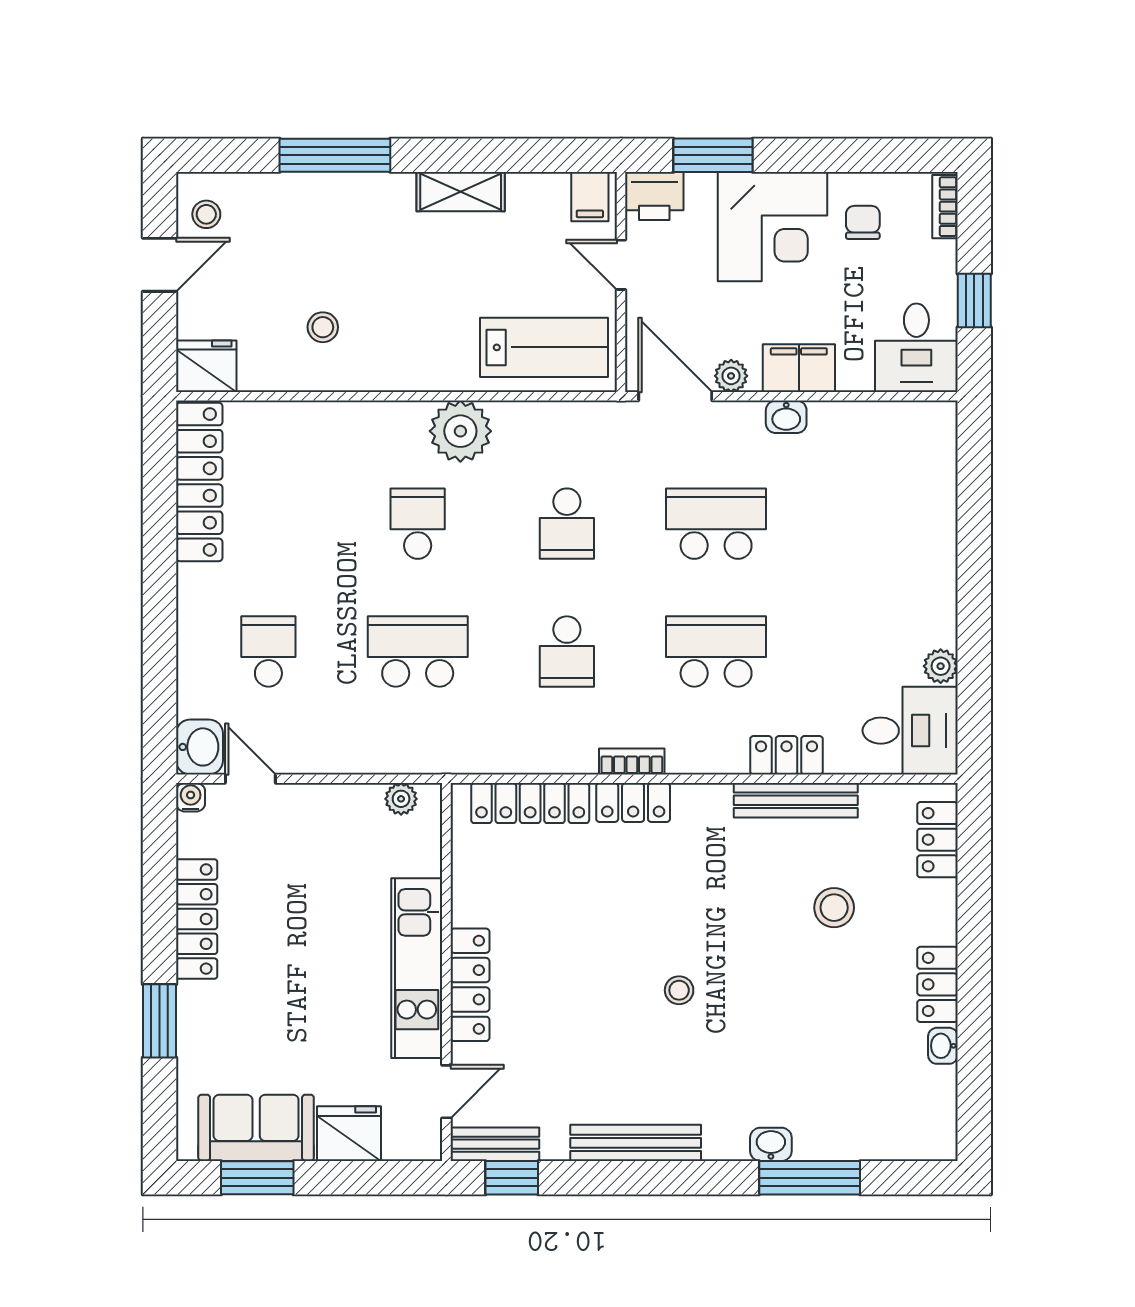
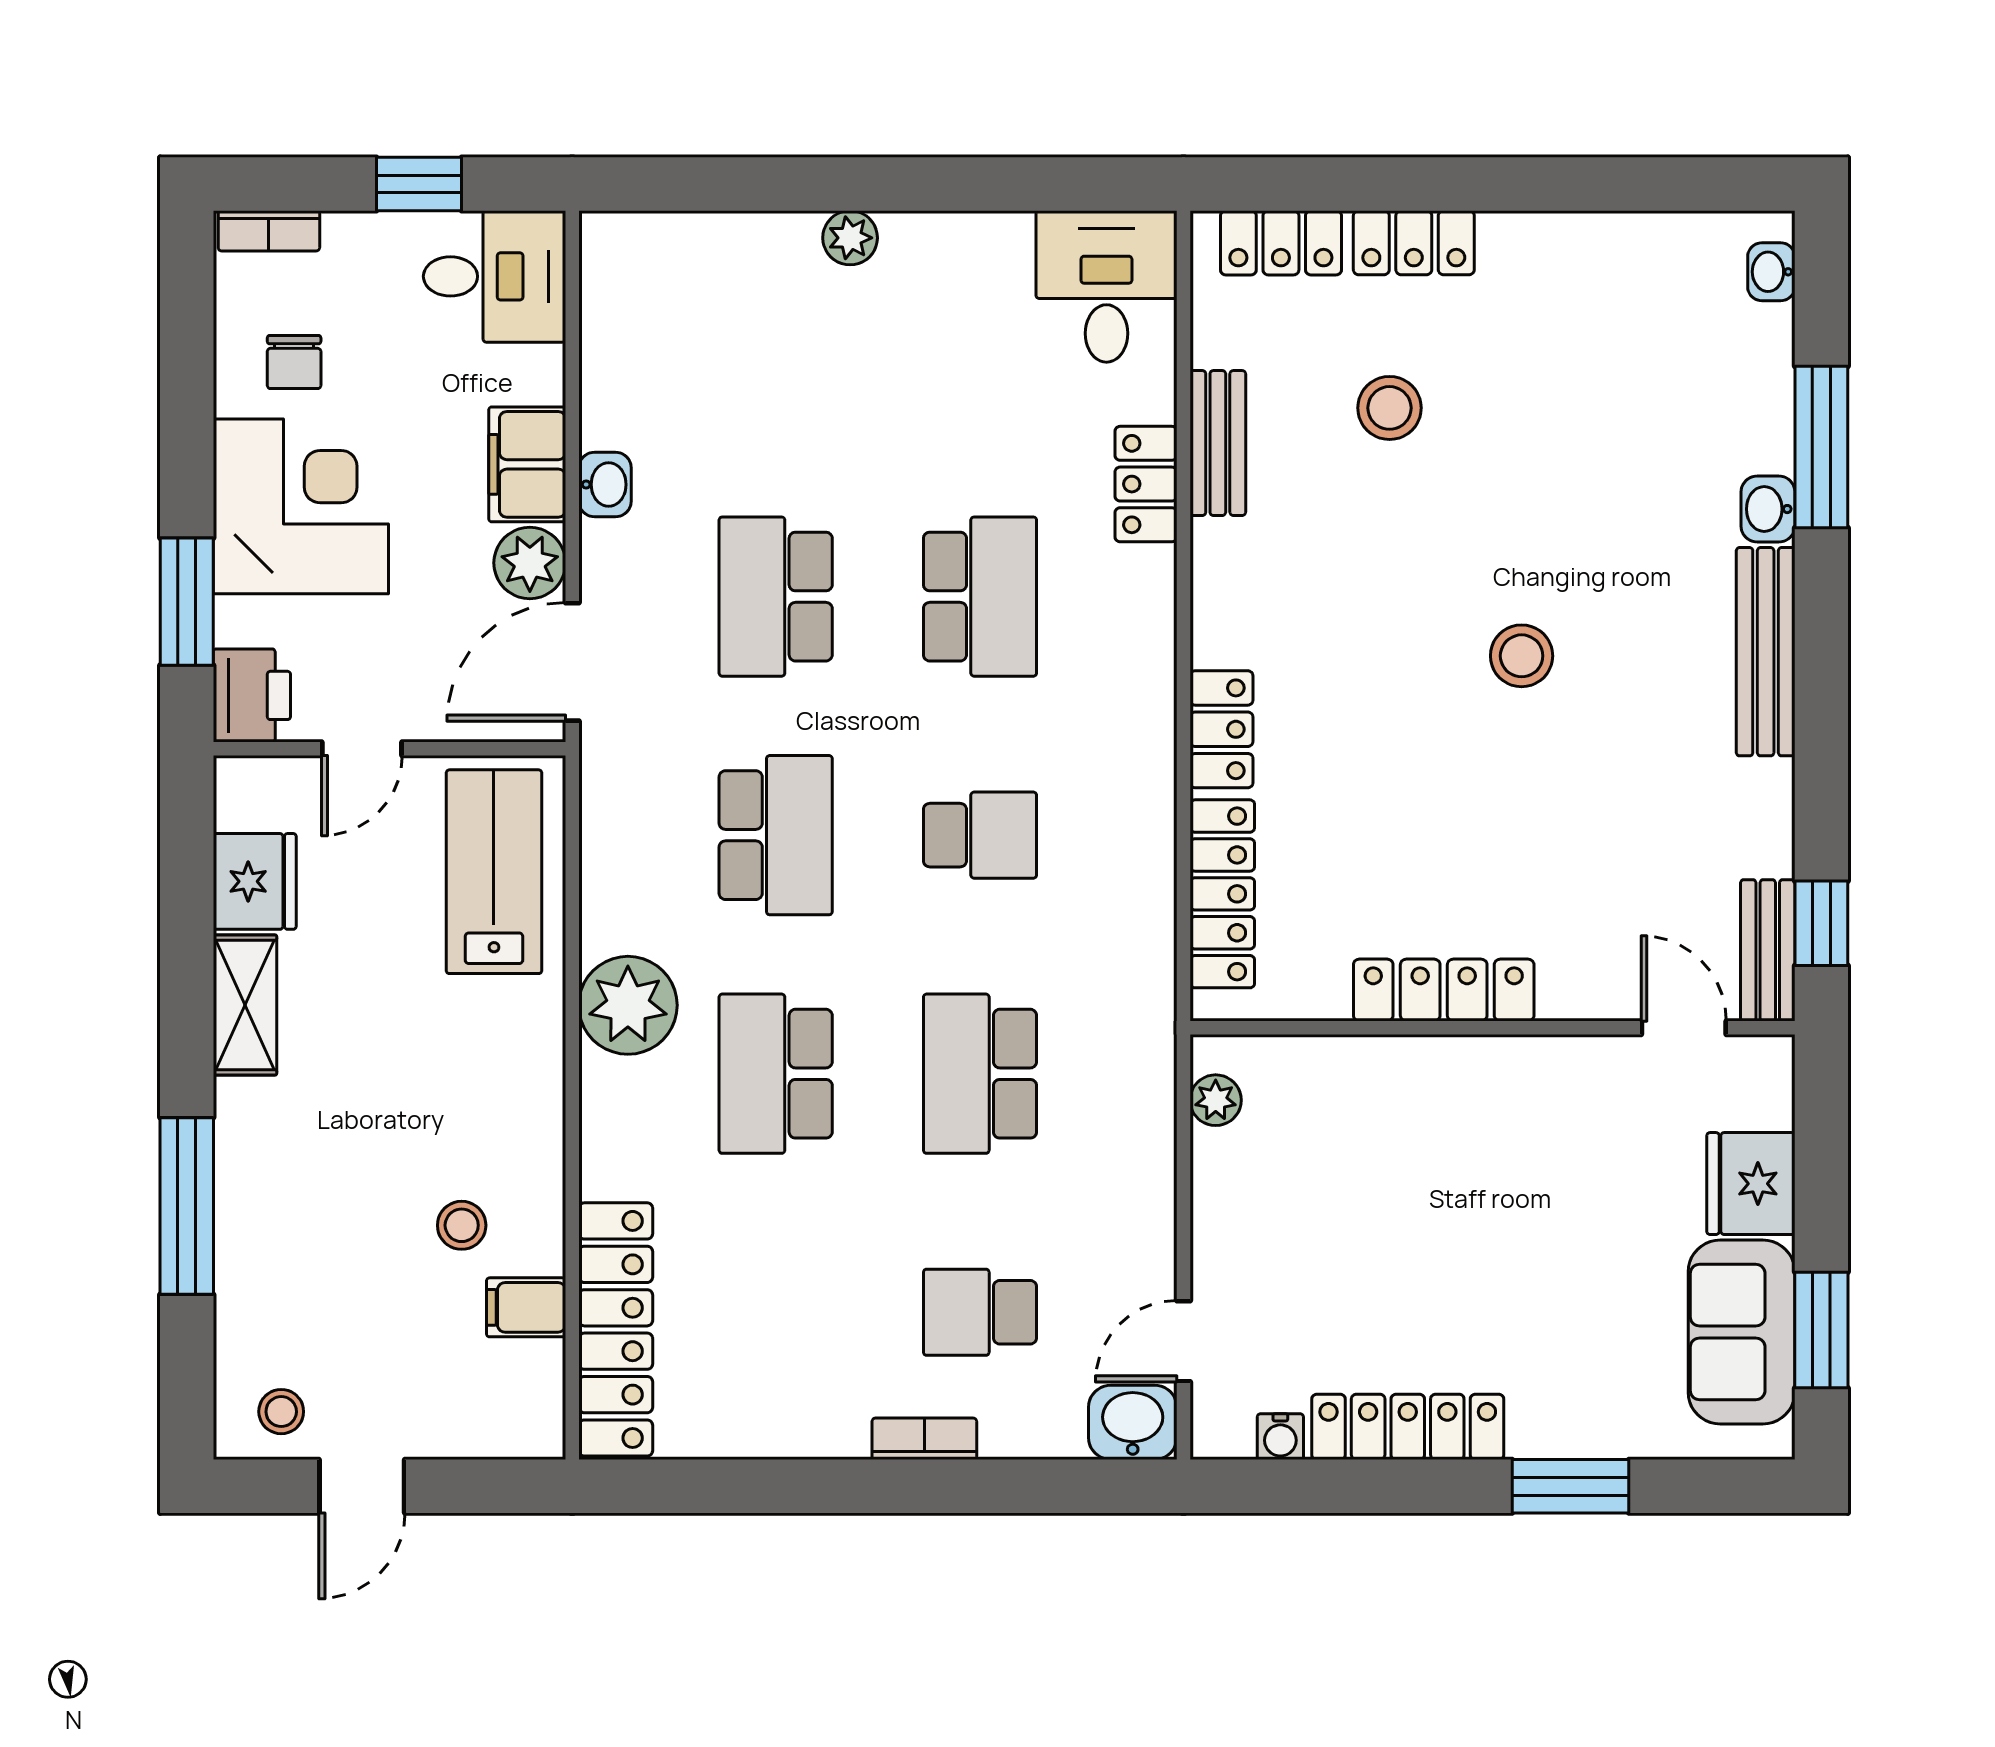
filing cabinet: (590, 197) -> (526, 1307), moved, turned 180
chair: (863, 222) -> (294, 362), turned -90
door: (160, 265) -> (362, 1486), swing flipped
fridge: (206, 366) -> (255, 881), moved, turned 180
plant: (731, 376) -> (530, 563), width x1.38, depth x1.38
locker: (199, 482) -> (616, 1329), moved, turned 90
school desk: (418, 524) -> (776, 1074), width x1.85
school desk: (567, 524) -> (776, 835), width x1.85
school desk: (716, 651) -> (980, 597), turned 180
plant: (941, 666) -> (850, 238), moved
bookcase: (632, 762) -> (924, 1439), moved, turned 90
water cooler: (191, 797) -> (1280, 1437), moved, turned -90
bench: (796, 800) -> (1218, 443), width x0.73
kitchen unit: (417, 968) -> (1486, 1075), removed
locker: (937, 984) -> (1414, 243), moved
locker: (470, 985) -> (1444, 990), moved
stool: (679, 990) -> (1522, 656), width x1.37, depth x1.37
washbasin: (943, 1046) -> (1771, 272), moved, turned 90
bench: (636, 1143) -> (1766, 652), moved

